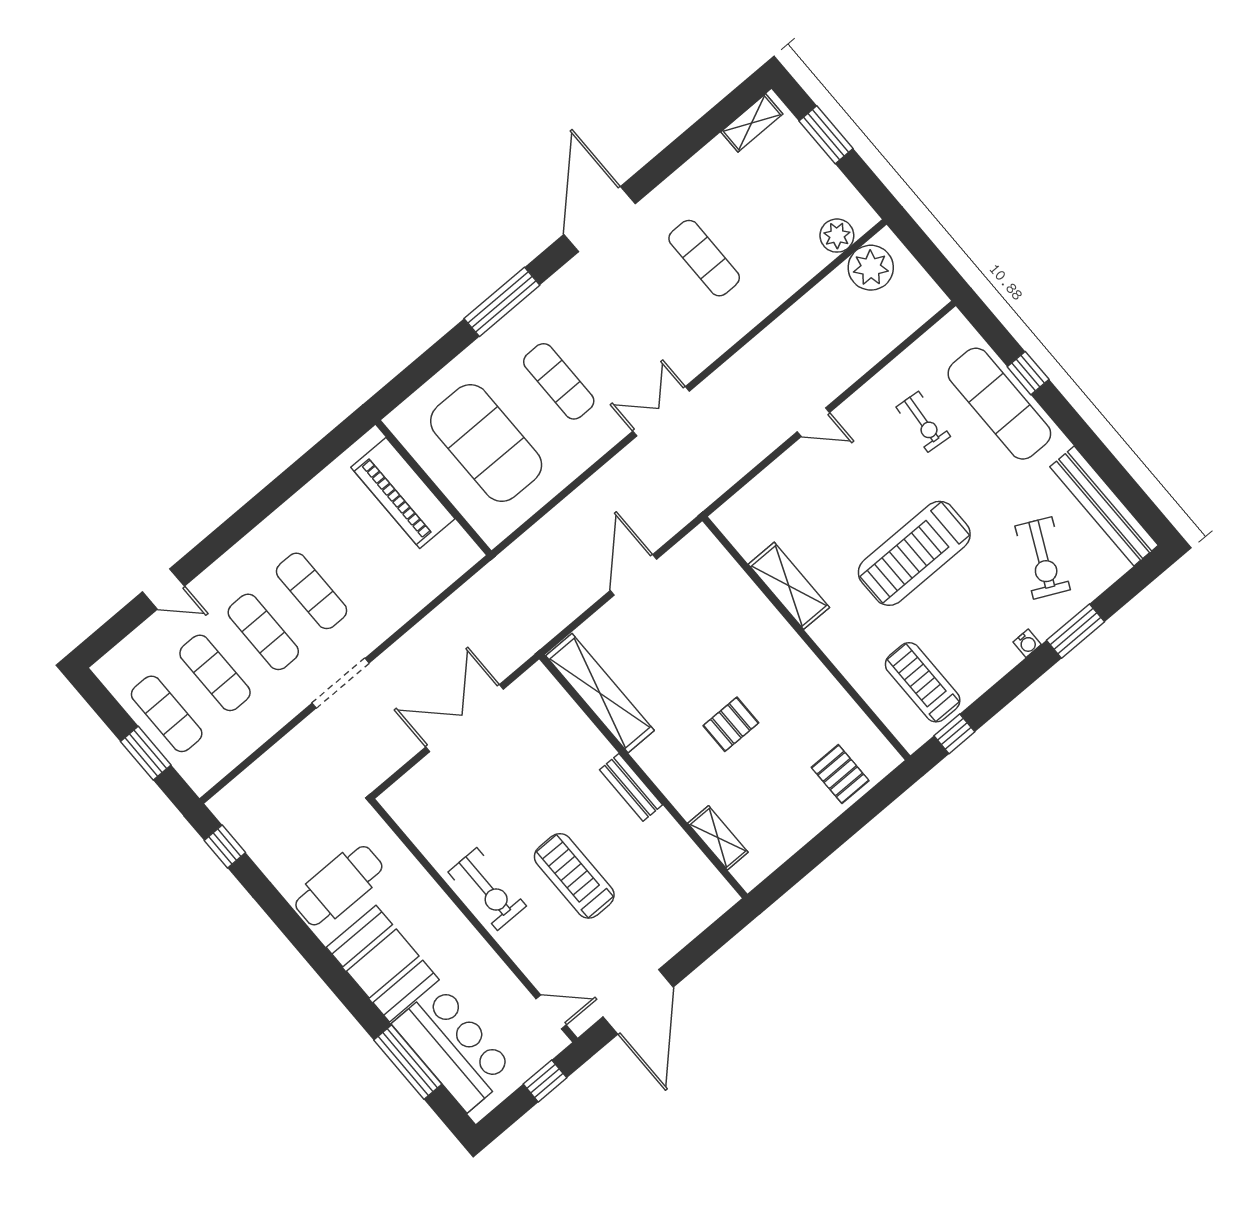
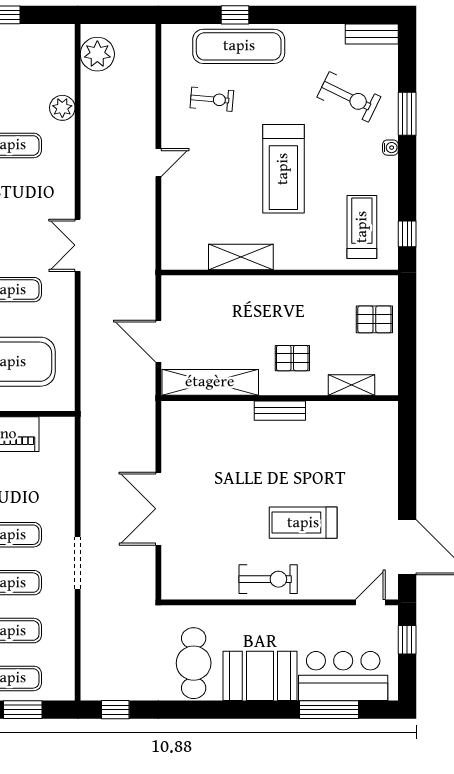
plant: (837, 236) -> (62, 108), moved
bench: (1104, 506) -> (372, 34), width x0.54, depth x0.82
treadmill: (923, 682) -> (362, 227), turned 90
shelving: (600, 693) -> (210, 382), moved
pallet: (731, 724) -> (292, 358), turned 90
wall: (643, 777) -> (280, 398), moved
bench: (631, 787) -> (280, 411), moved
shelving: (718, 838) -> (351, 385), moved

